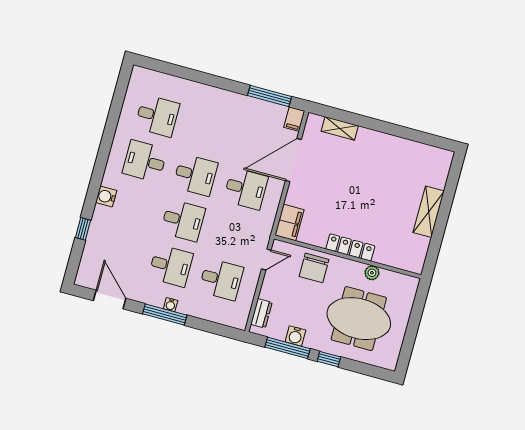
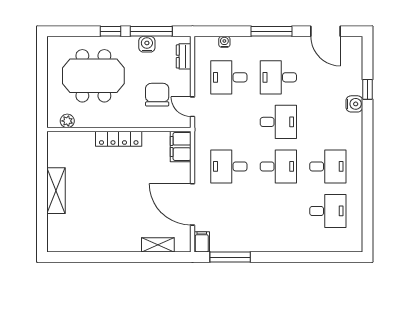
desk: (157, 116) -> (328, 211), turned 180
door: (293, 160) -> (192, 204), swing flipped
desk: (195, 175) -> (278, 166), turned 180
water cooler: (106, 197) -> (354, 104), moved
desk: (183, 220) -> (278, 122), turned 180
door: (266, 260) -> (192, 107), hinge flipped
chair: (314, 268) -> (157, 95), moved
plant: (372, 273) -> (67, 121), moved
water cooler: (171, 305) -> (224, 42), moved

